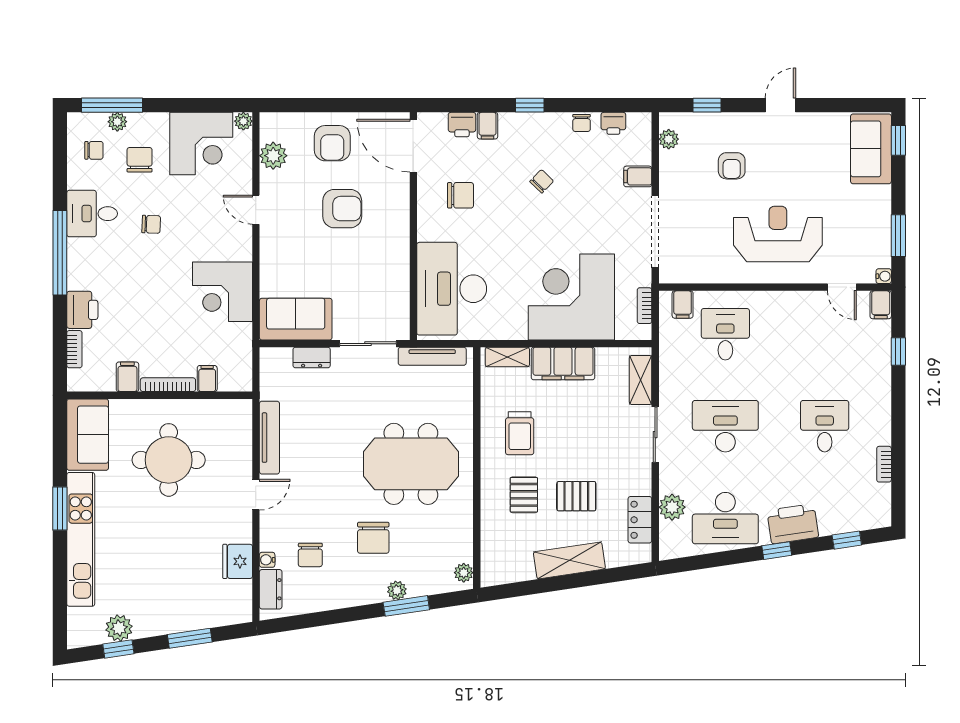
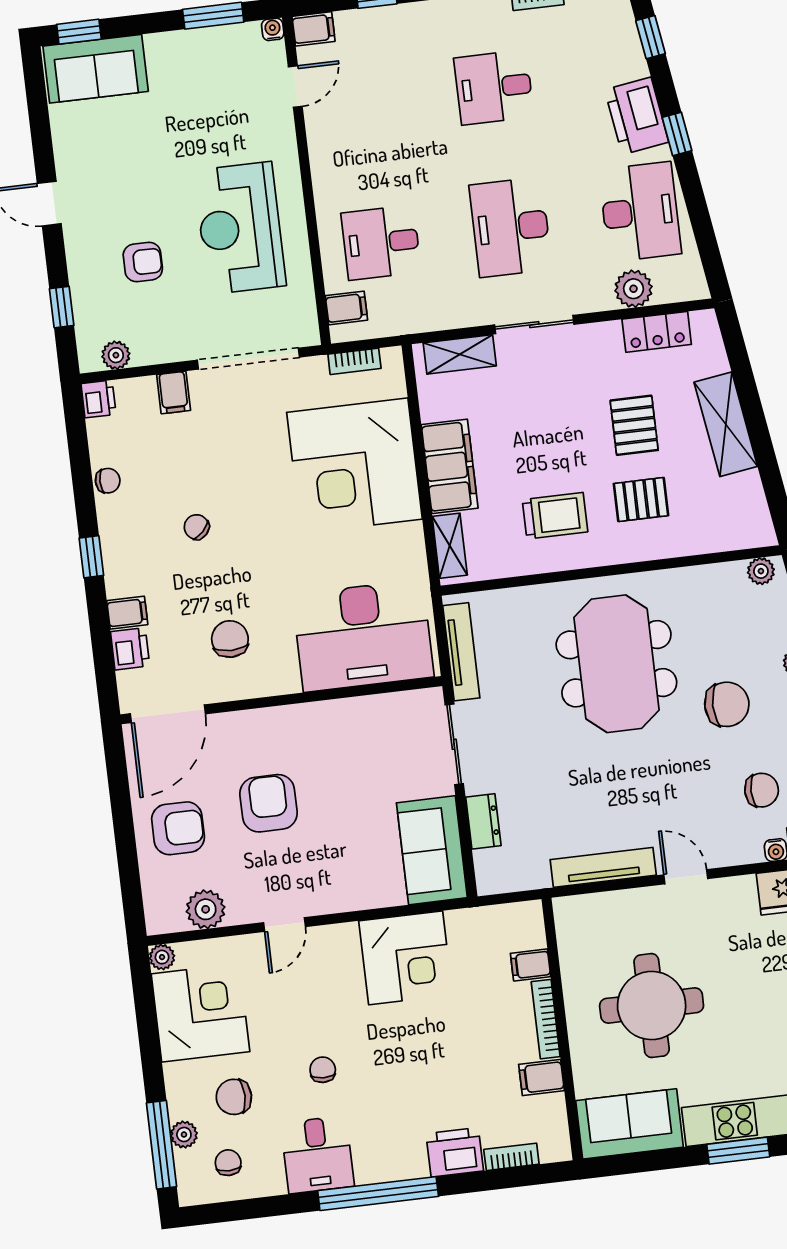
printer: (613, 123) -> (98, 399), moved
reception desk: (778, 234) -> (240, 228), moved

